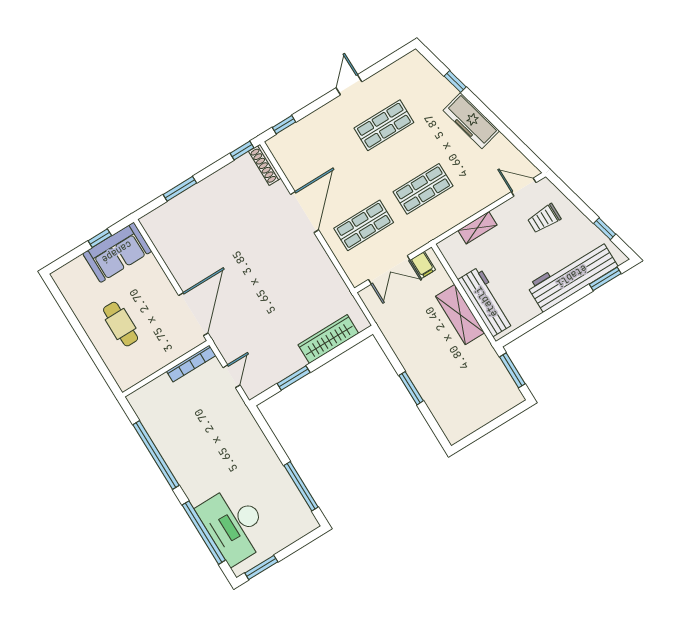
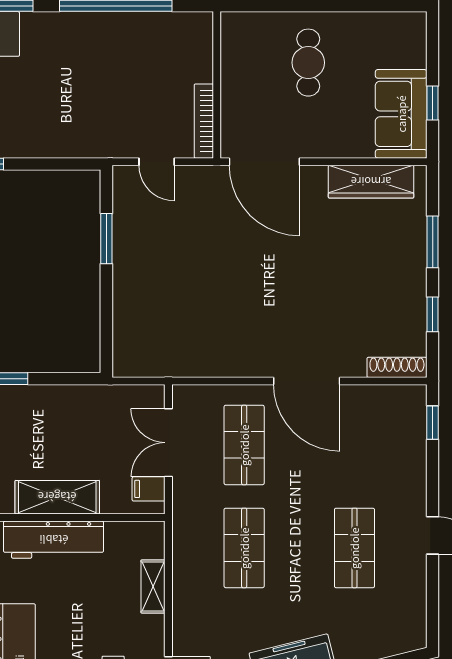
window: (242, 151) -> (433, 314), moved
cafe table: (121, 324) -> (308, 63), turned 90
wardrobe: (328, 339) -> (371, 182), moved, turned 90

